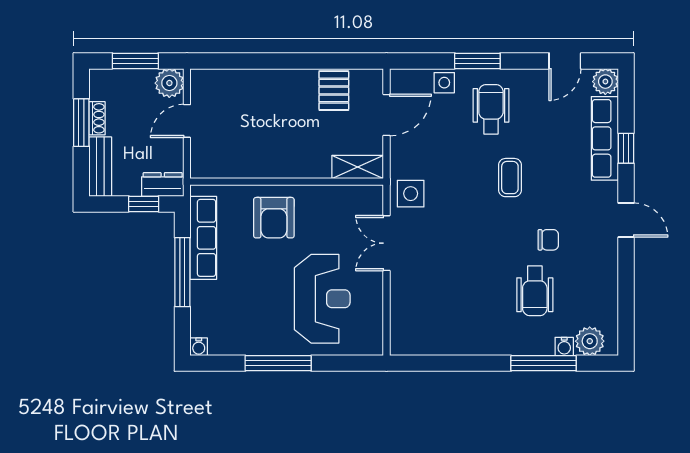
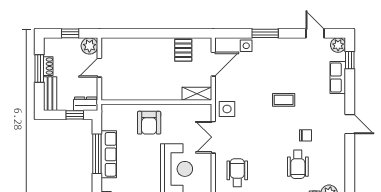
window: (135, 61) -> (70, 33), width x0.67
door: (565, 61) -> (315, 33), swing flipped
wheelchair: (491, 109) -> (237, 173), moved
row of seats: (605, 138) -> (338, 77), width x0.68
window: (626, 148) -> (350, 60), moved
coffee table: (510, 178) -> (284, 100), turned 90
row of seats: (203, 238) -> (109, 154), moved

